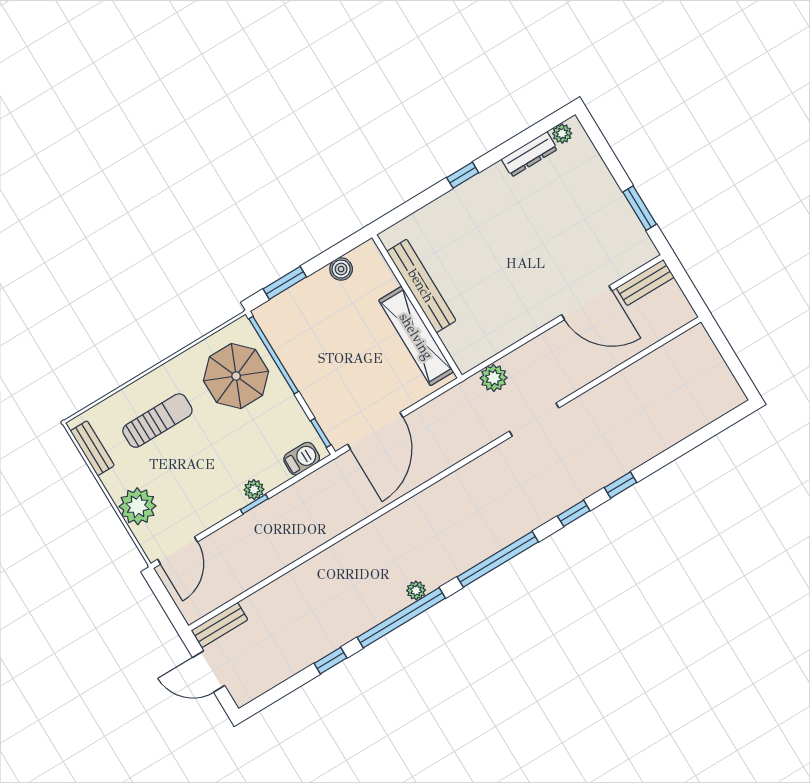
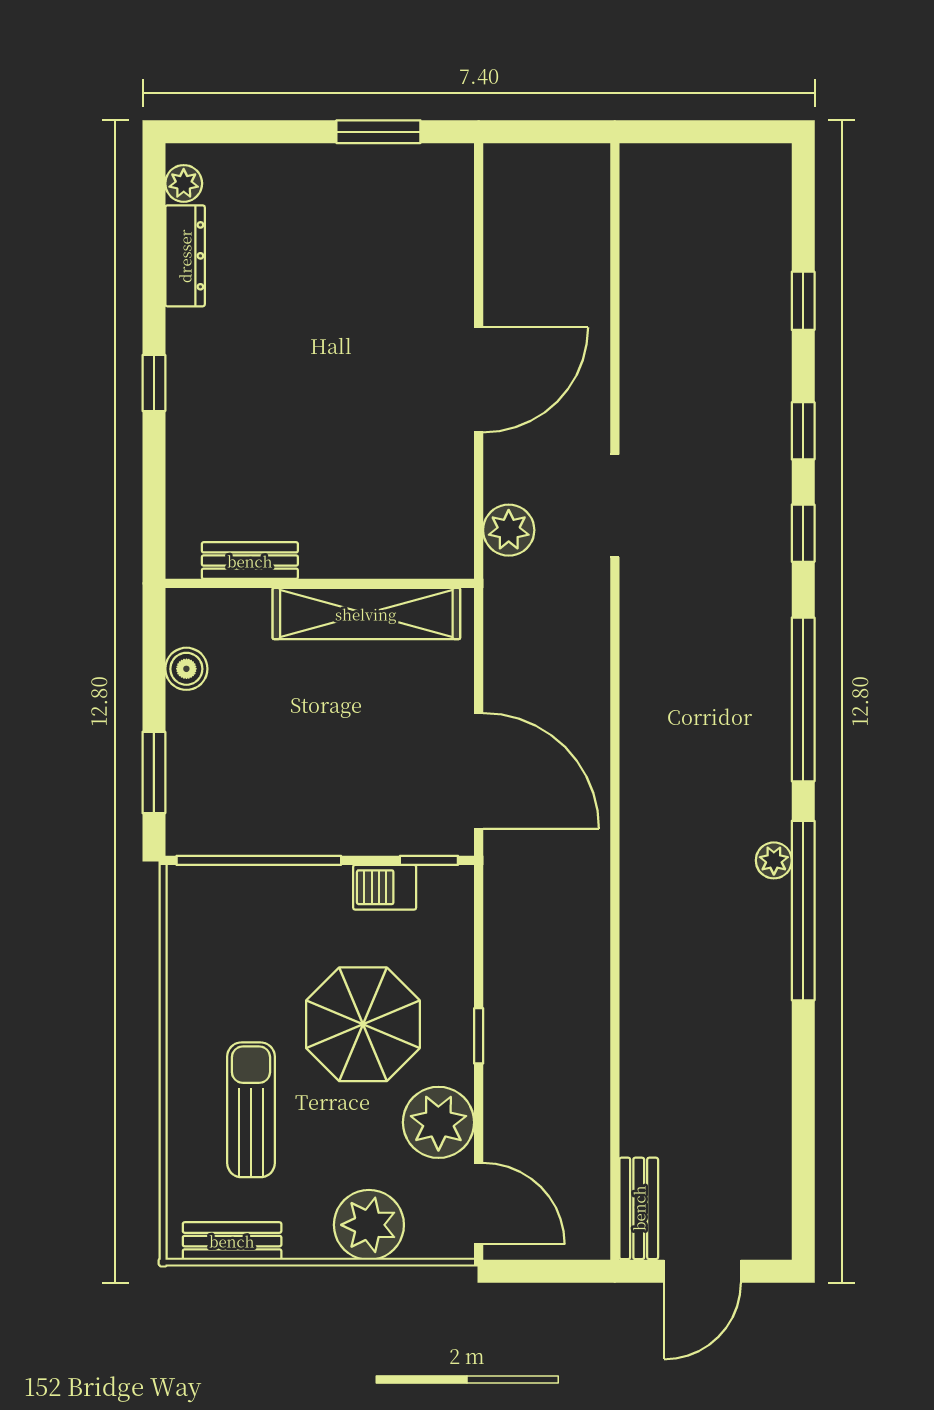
bench: (645, 283) -> (503, 195), removed
bench: (421, 286) -> (250, 561), width x0.54, depth x0.82
door: (587, 303) -> (479, 380), moved
parasol: (236, 376) -> (363, 1024), moved
barbecue: (302, 459) -> (385, 887), moved, turned -90
plant: (254, 490) -> (438, 1122), moved, width x1.88, depth x1.88
window: (330, 661) -> (803, 301), moved

